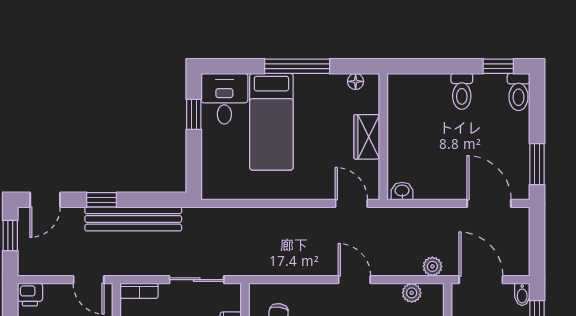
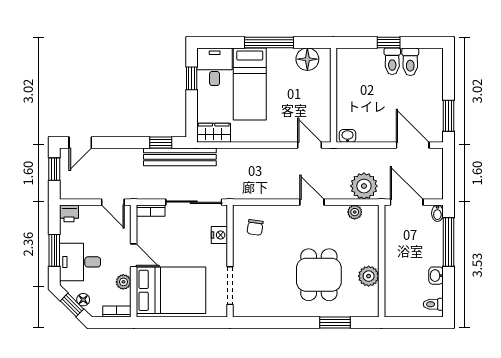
window: (498, 66) -> (389, 43), moved
floor lamp: (356, 81) -> (307, 59), width x1.89, depth x1.89
toilet: (518, 92) -> (410, 62), moved
wardrobe: (367, 137) -> (214, 133), moved, turned 90
window: (101, 200) -> (161, 142), moved
bench: (133, 219) -> (180, 157), moved
plant: (432, 266) -> (364, 186), width x1.87, depth x1.87
sliding door: (197, 280) -> (194, 202), width x1.37

